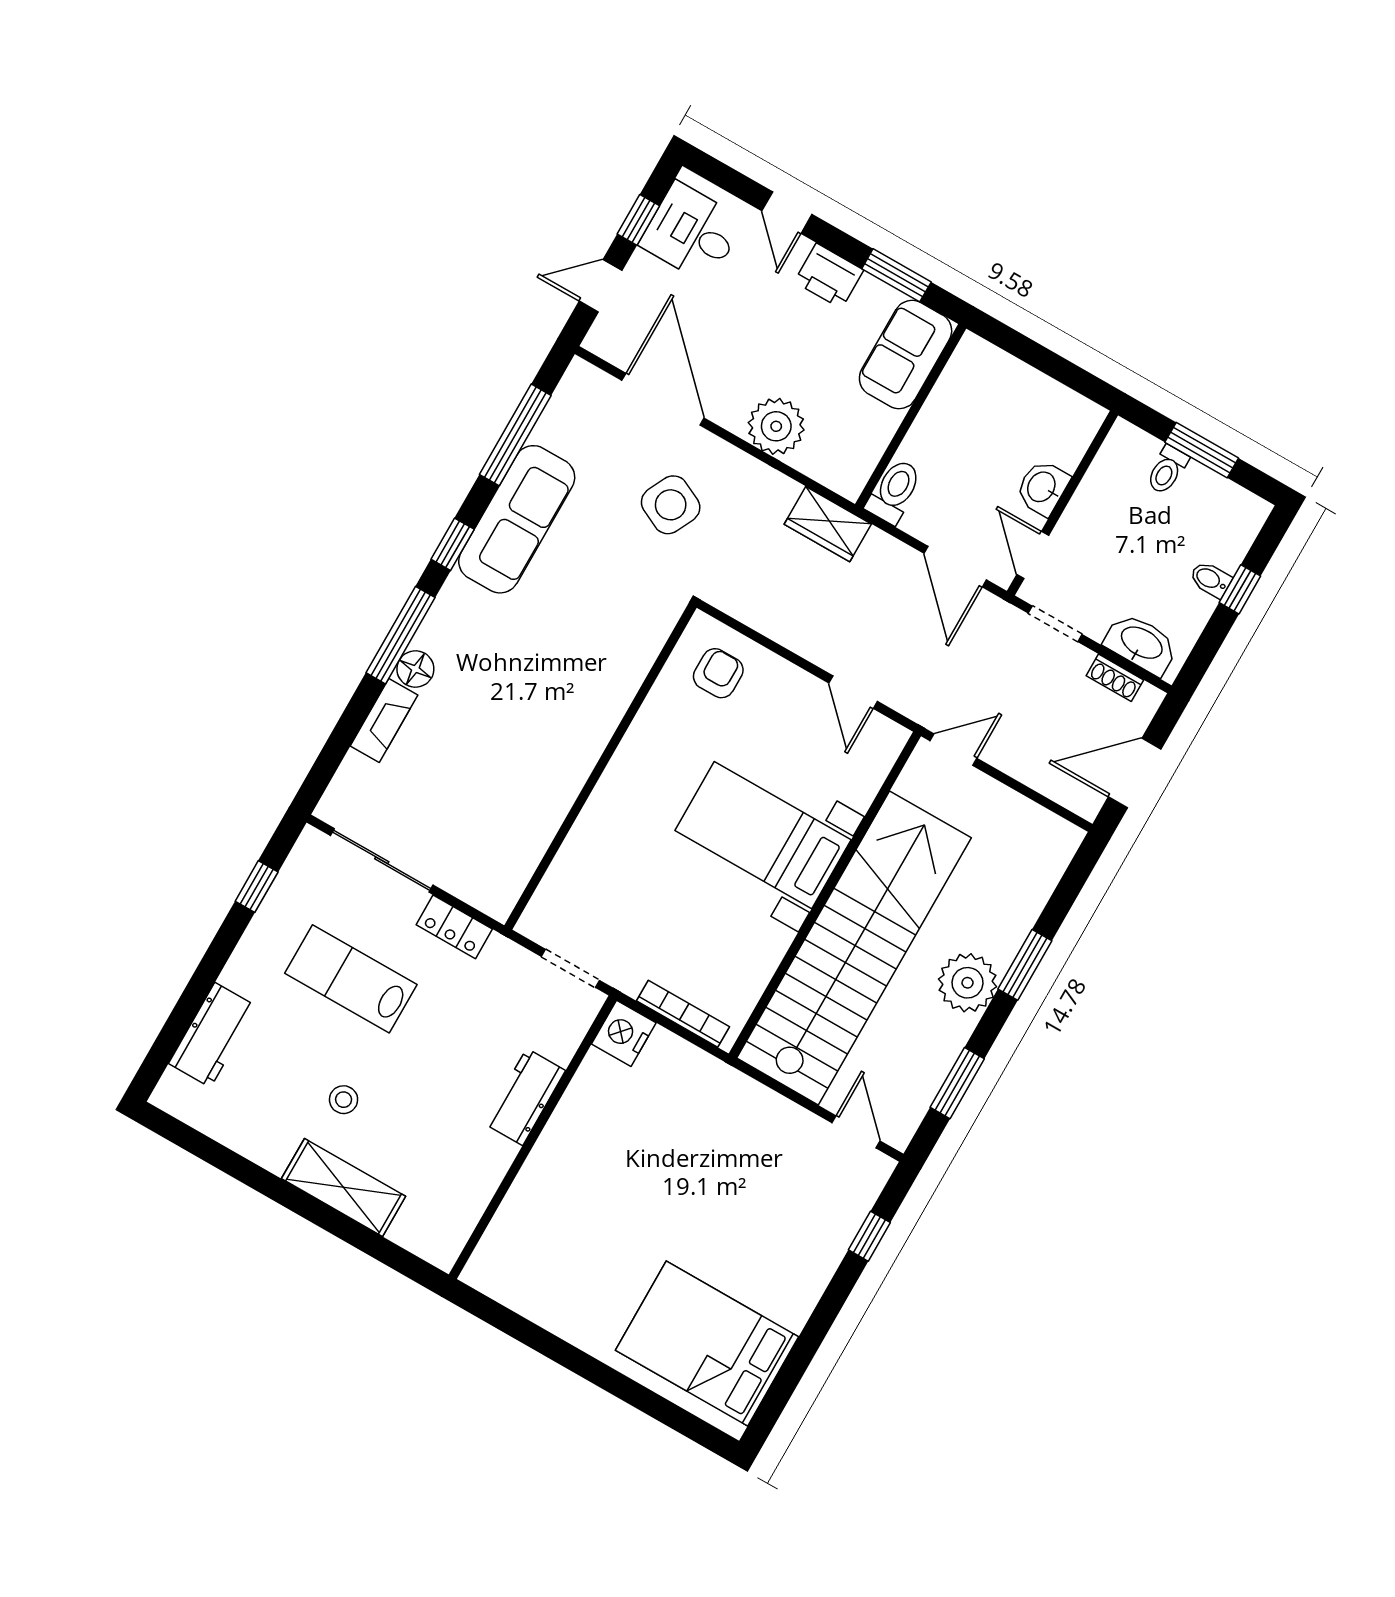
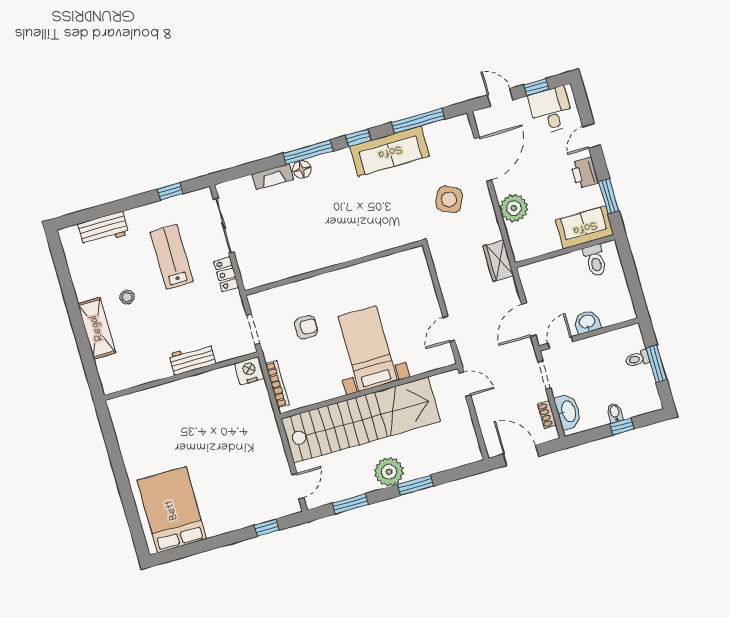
toilet: (894, 491) -> (595, 260), moved, turned 90
armchair: (718, 673) -> (306, 327), moved

